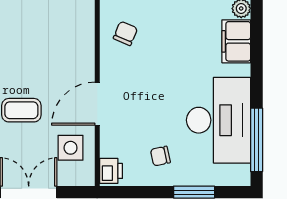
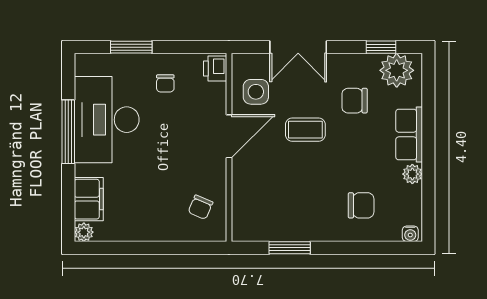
window: (257, 140) -> (68, 132), moved
chair: (160, 156) -> (165, 83), turned 102

